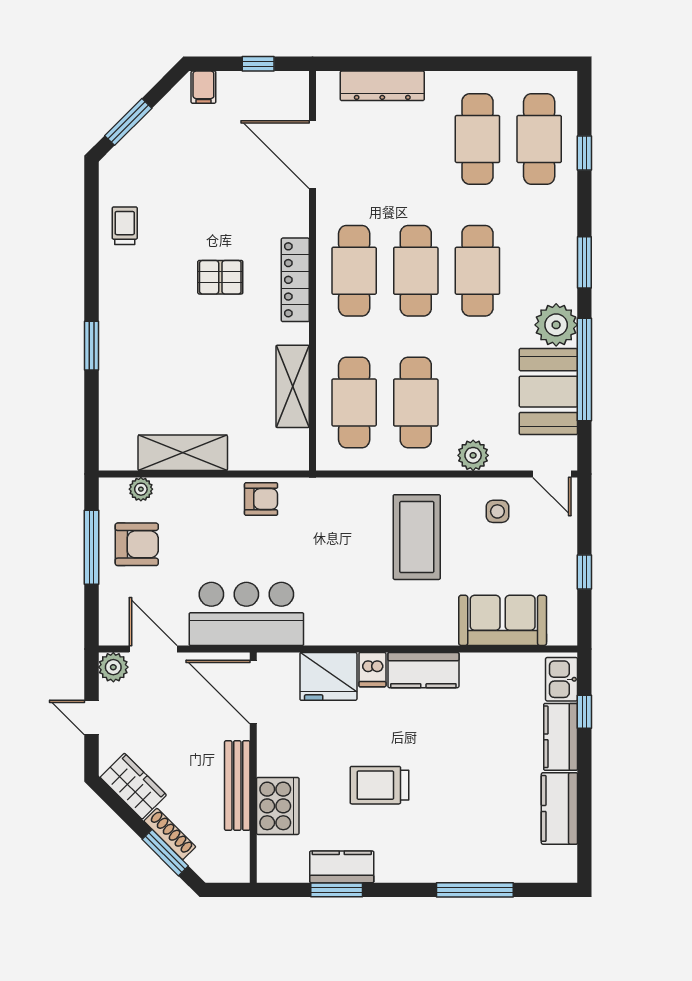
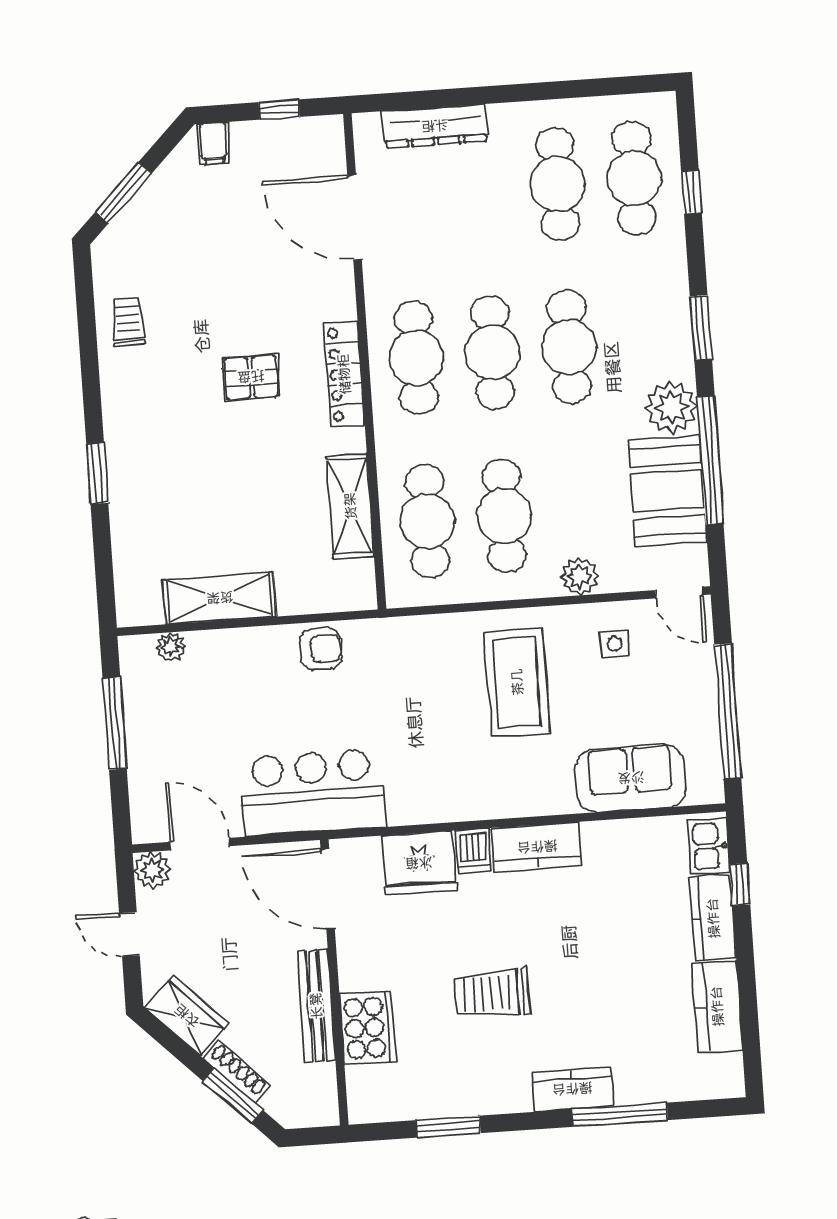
armchair: (137, 544) -> (170, 716), removed
window: (584, 572) -> (728, 711), width x3.17
kitchen counter: (342, 867) -> (572, 1089), moved

